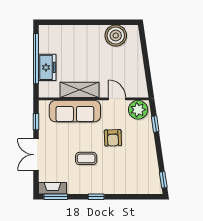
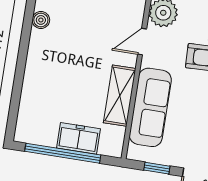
boiler: (116, 36) -> (41, 20), width x0.54, depth x0.54

